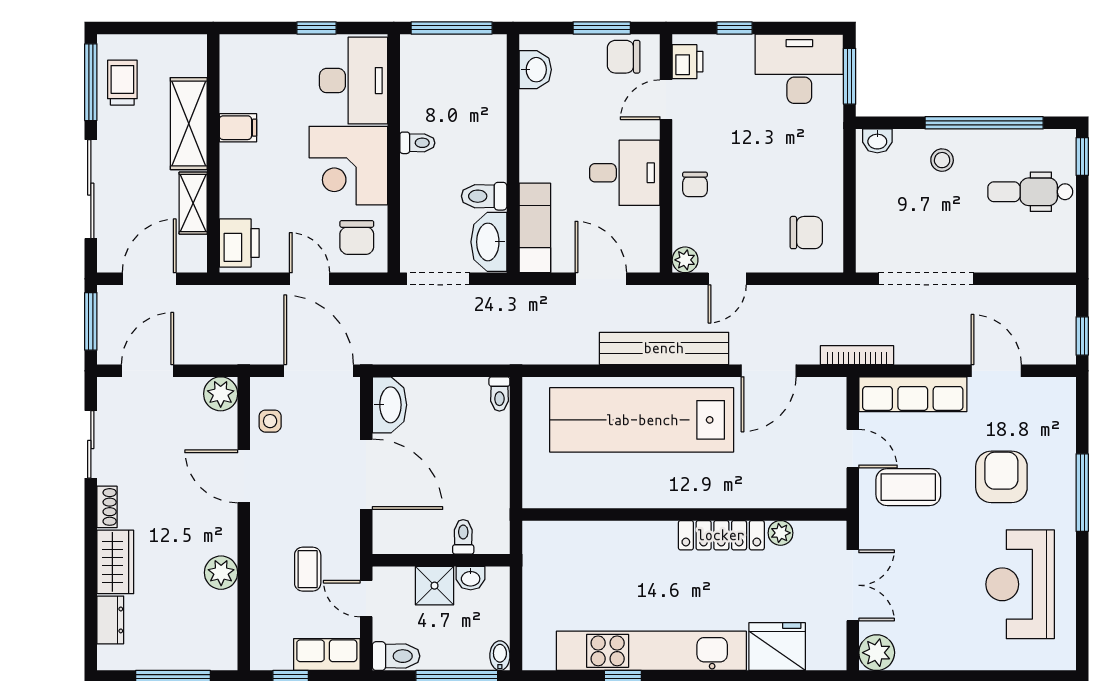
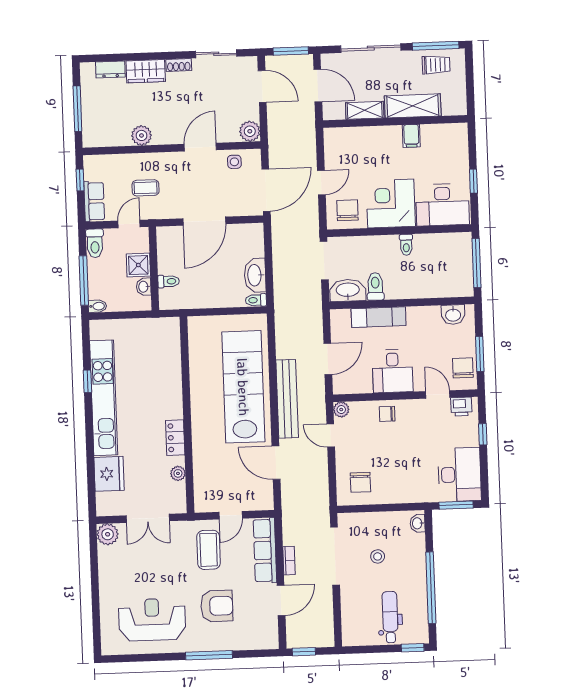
stool: (942, 160) -> (378, 556), moved
exam couch: (535, 228) -> (379, 317), moved
chair: (357, 237) -> (347, 210), turned 90
printer: (239, 243) -> (342, 139), removed
bookcase: (857, 355) -> (289, 561), moved, width x0.64
washbasin: (389, 405) -> (255, 275), moved, turned 90
locker: (721, 535) -> (175, 438), width x0.66

